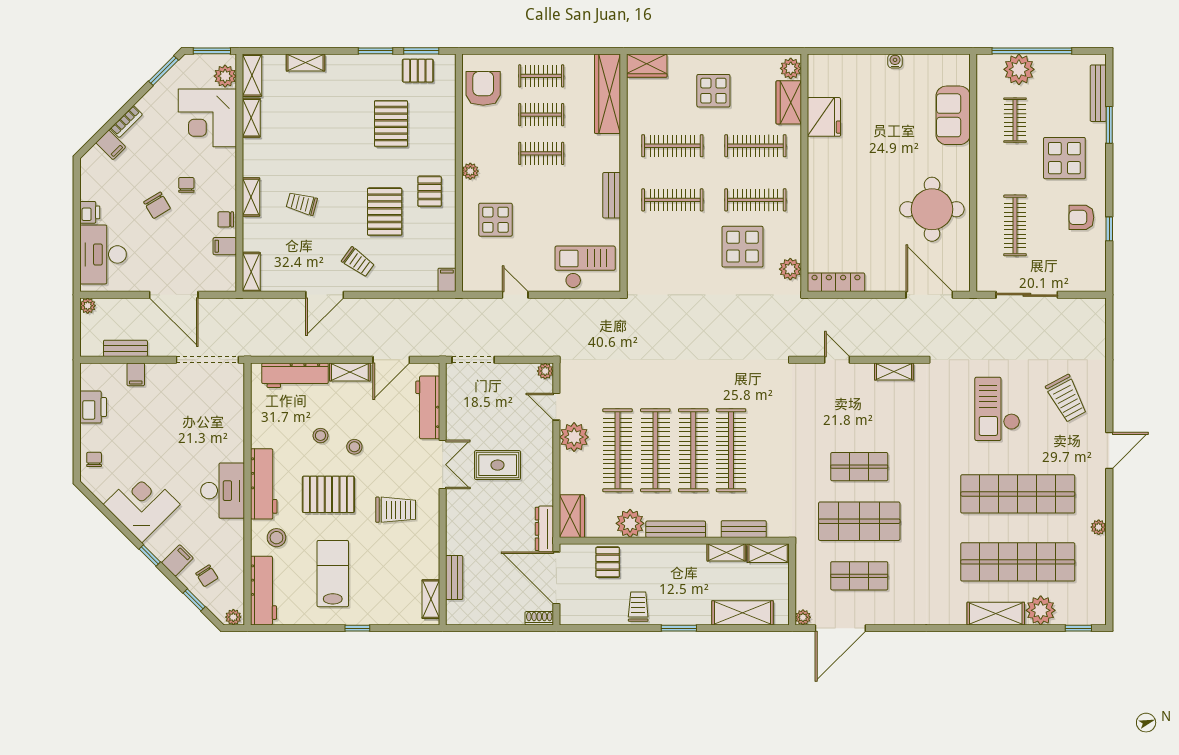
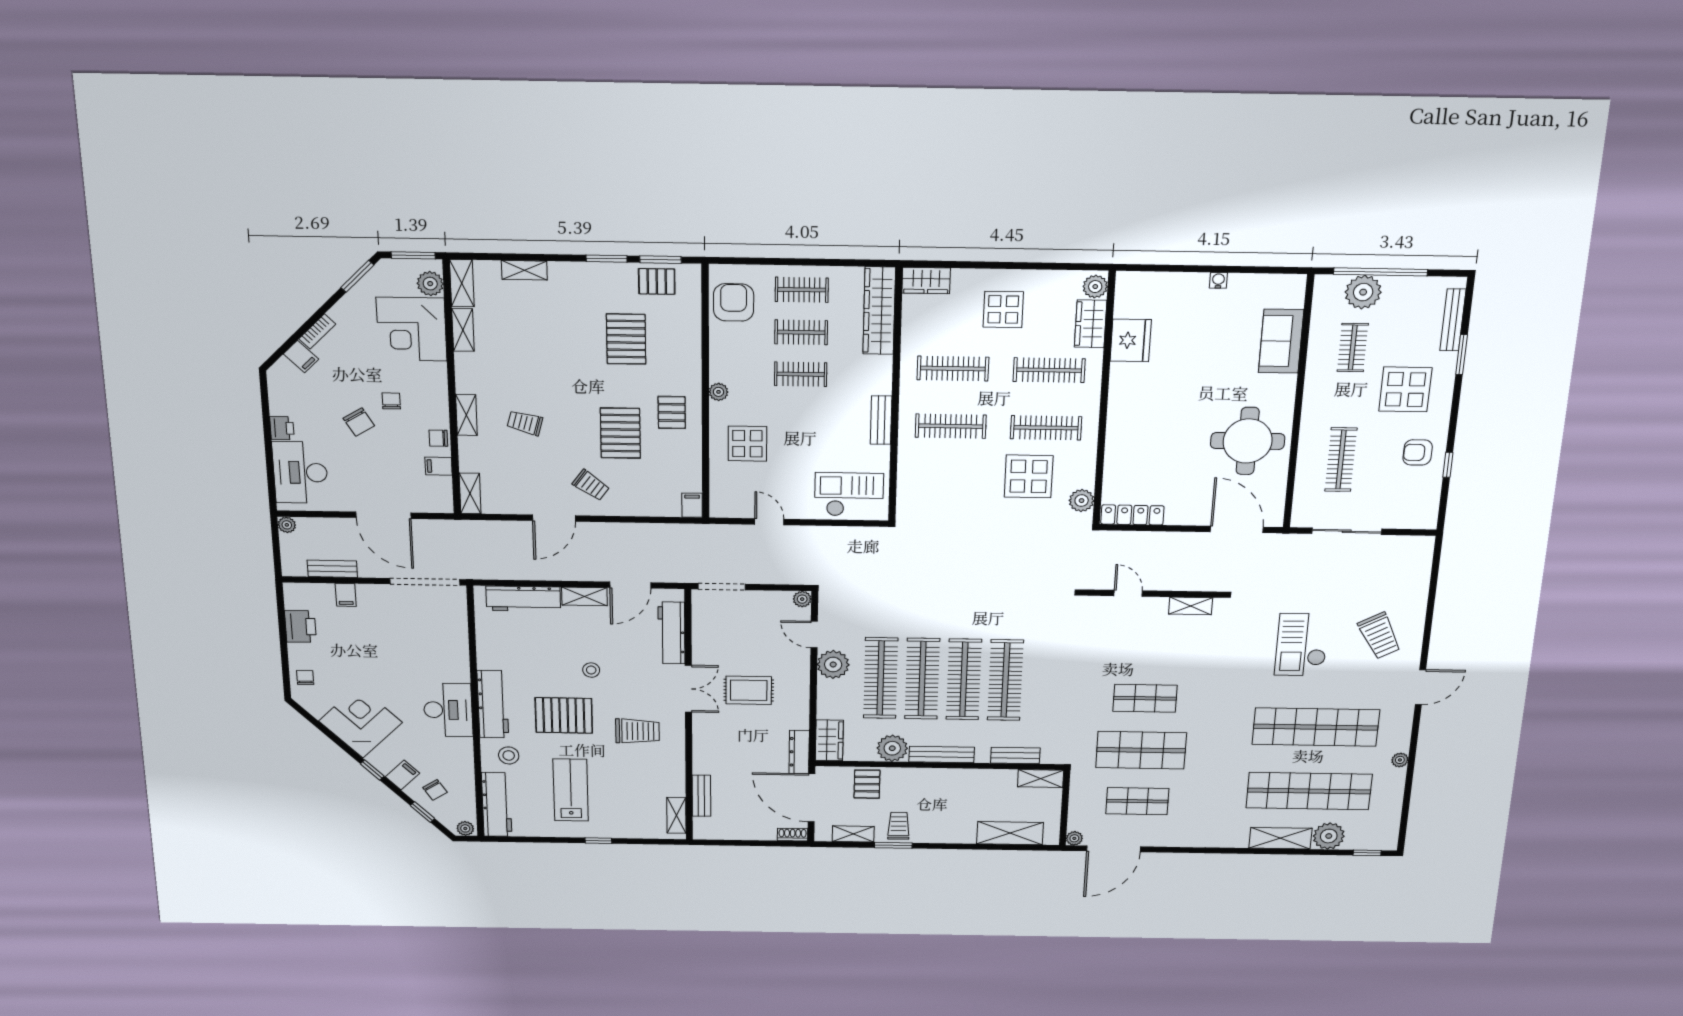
stool: (320, 436) -> (554, 658), removed
shelving: (726, 552) -> (853, 834), moved
window: (679, 628) -> (893, 845), moved

